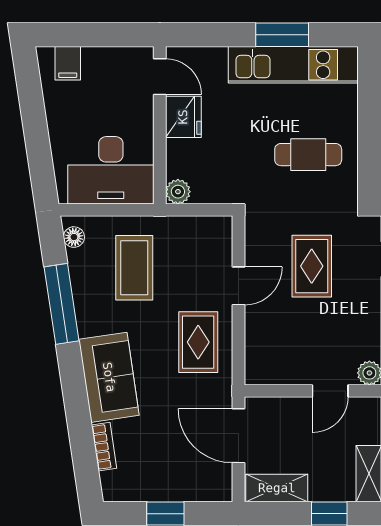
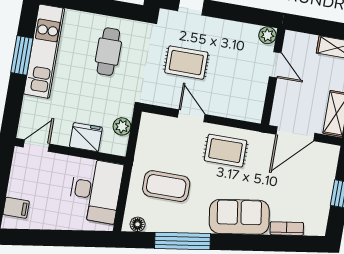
fridge: (183, 117) -> (86, 137), moved
plant: (178, 192) -> (122, 126), moved

